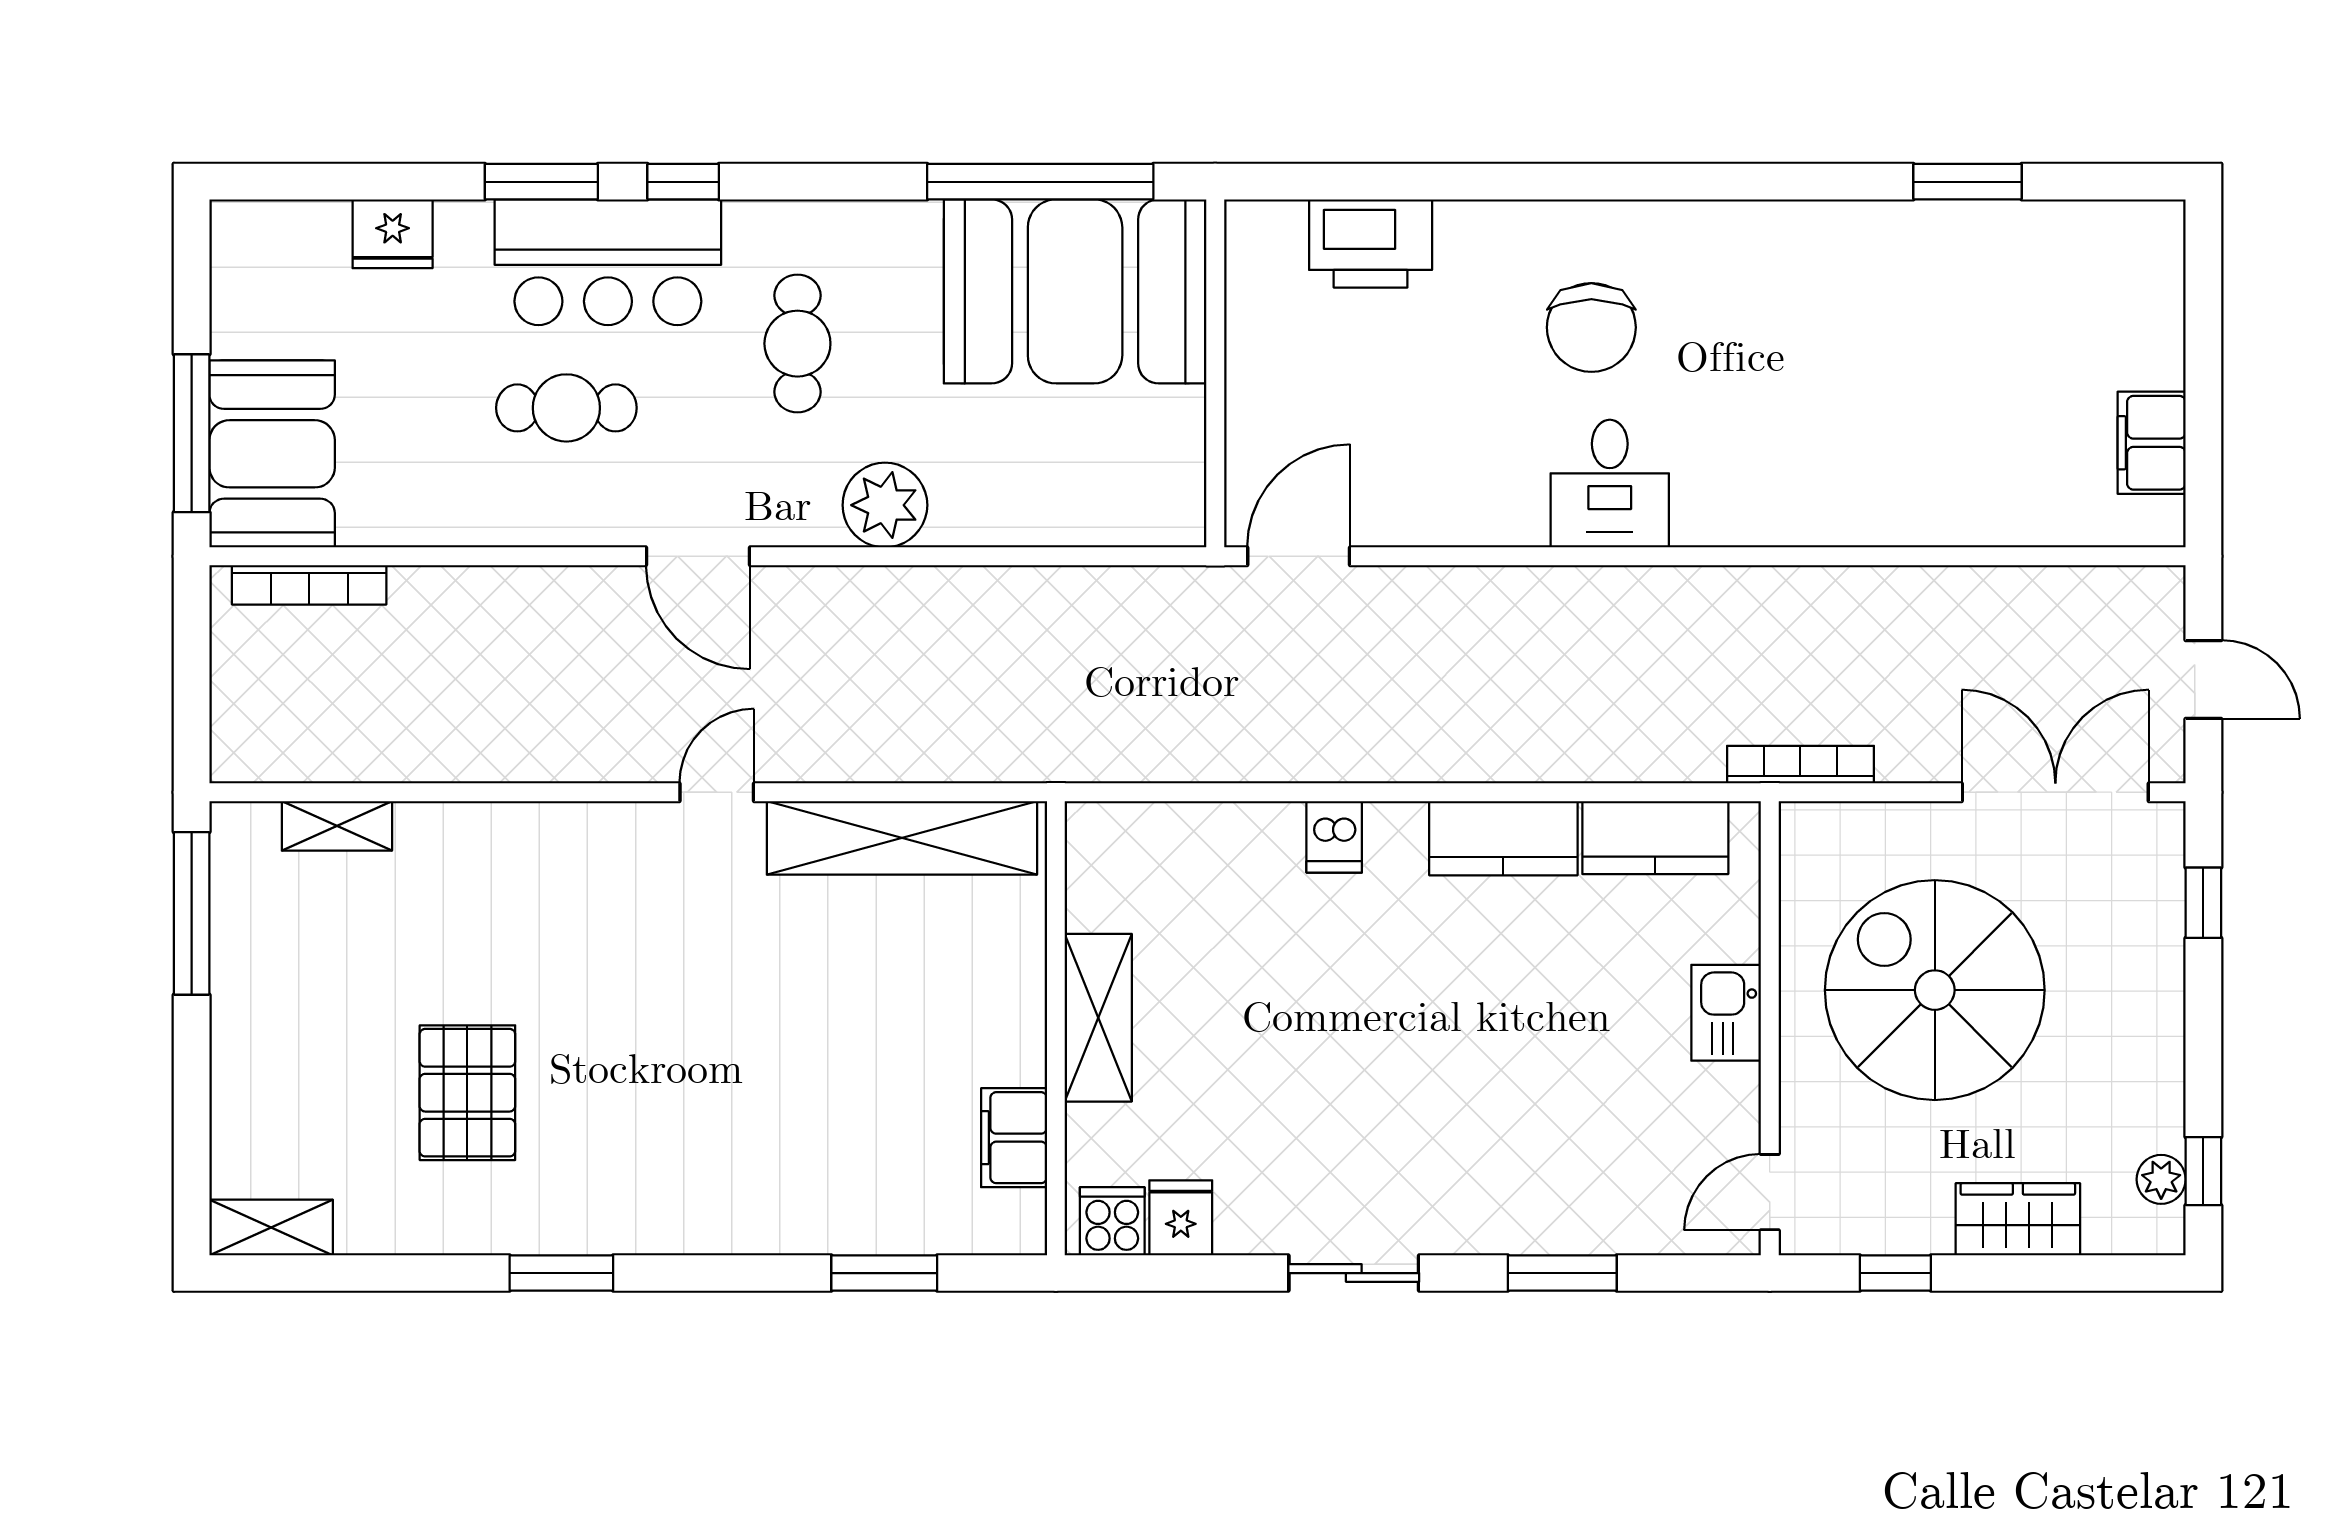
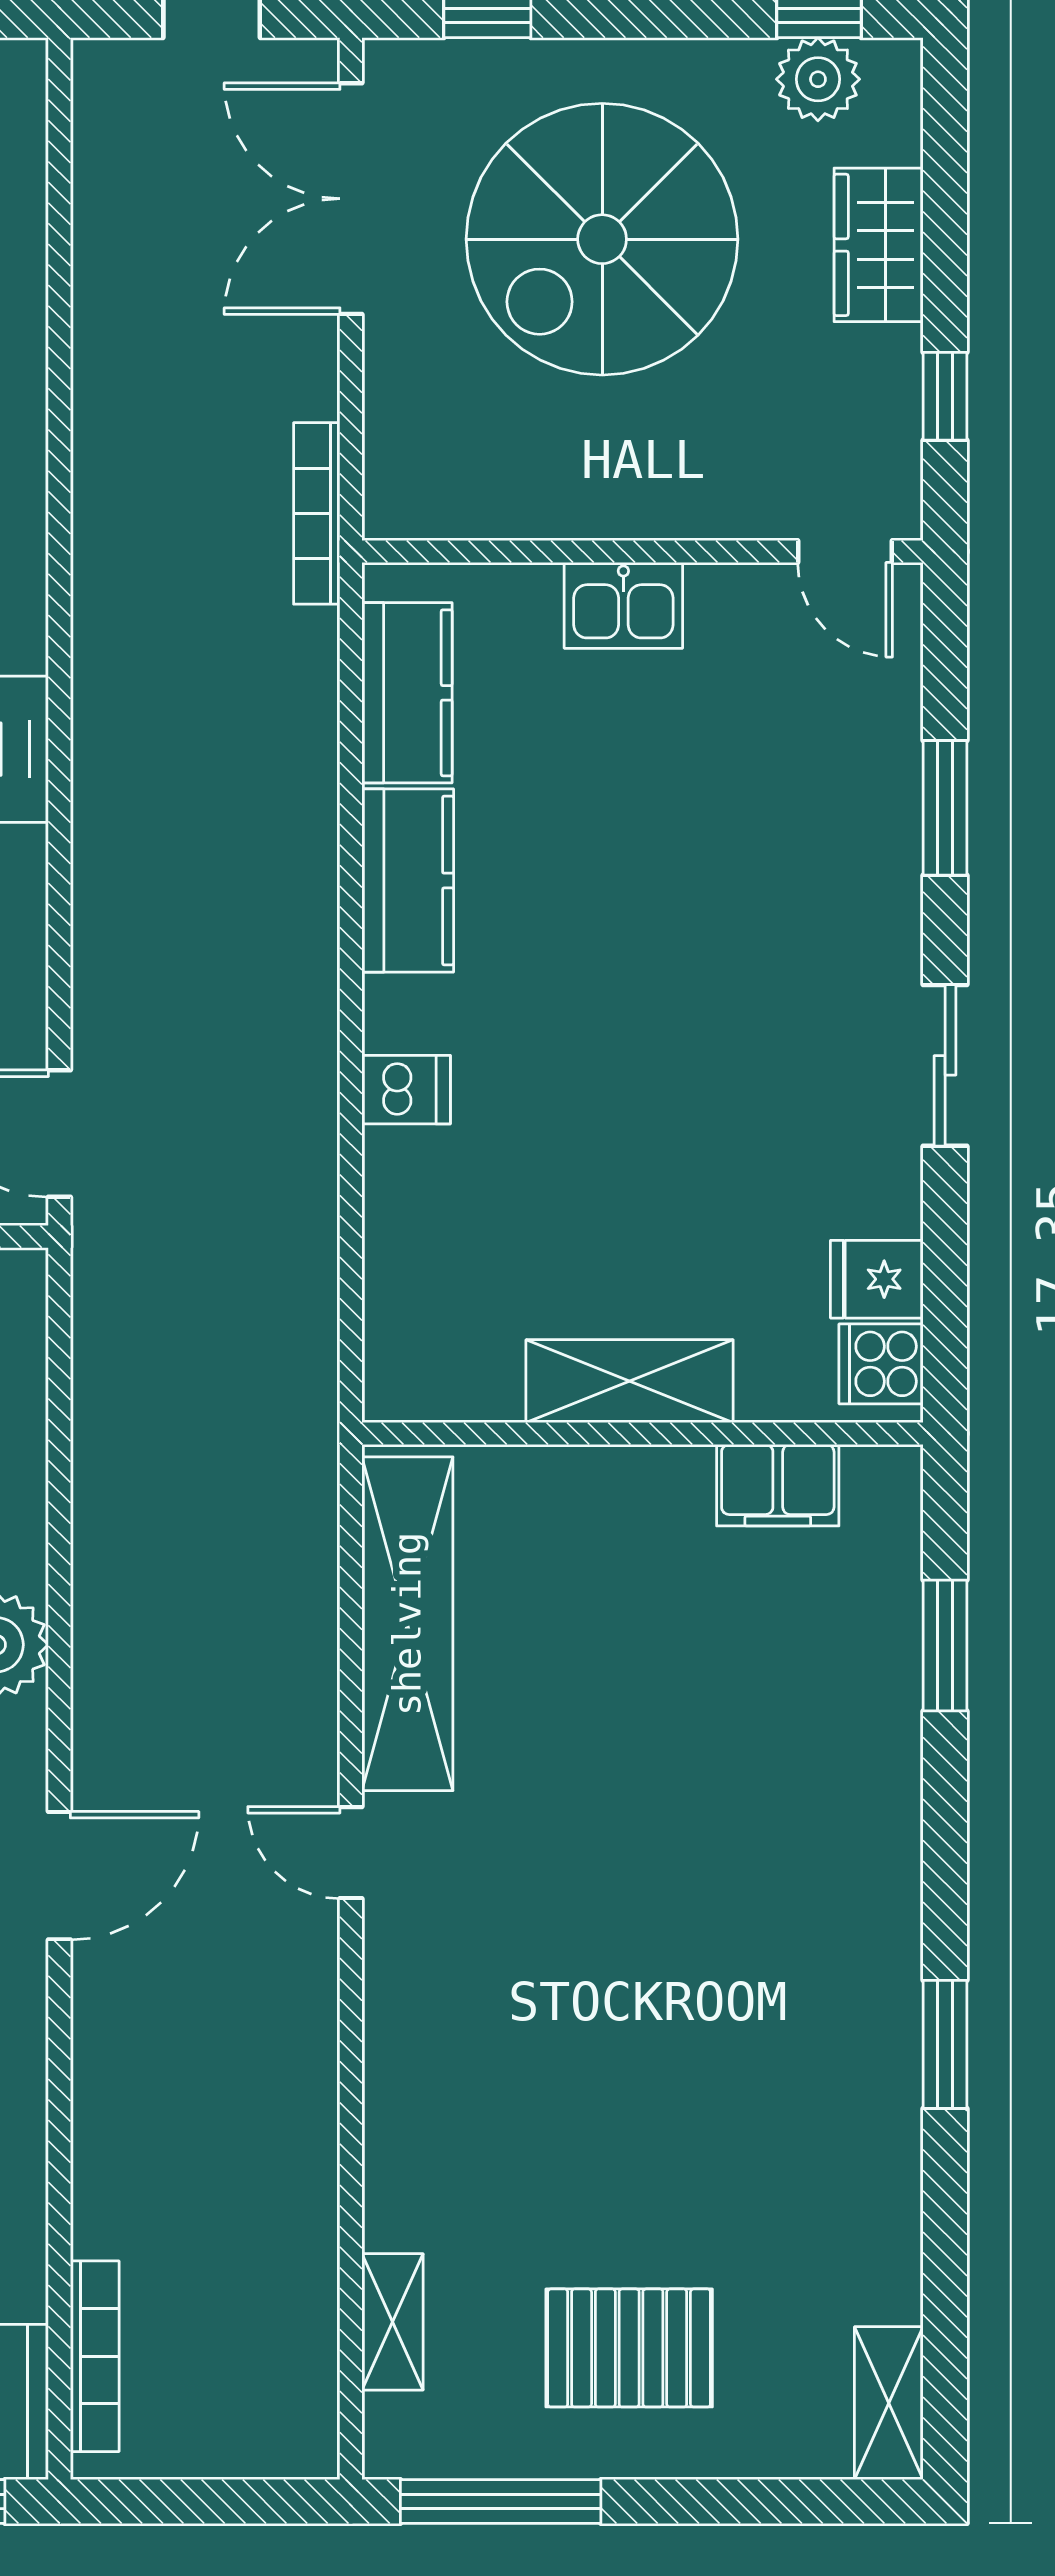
spiral stairs: (1935, 990) -> (602, 239), moved
pallet: (467, 1093) -> (629, 2348), moved
plant: (2161, 1179) -> (818, 79), width x1.38, depth x1.38

